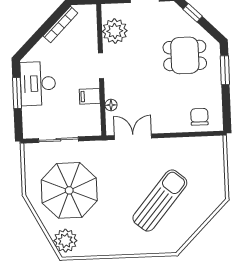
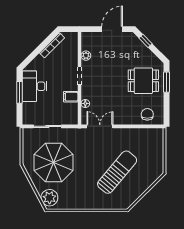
plant: (115, 31) -> (86, 56), width x0.53, depth x0.53
dining table: (185, 55) -> (143, 81), moved

